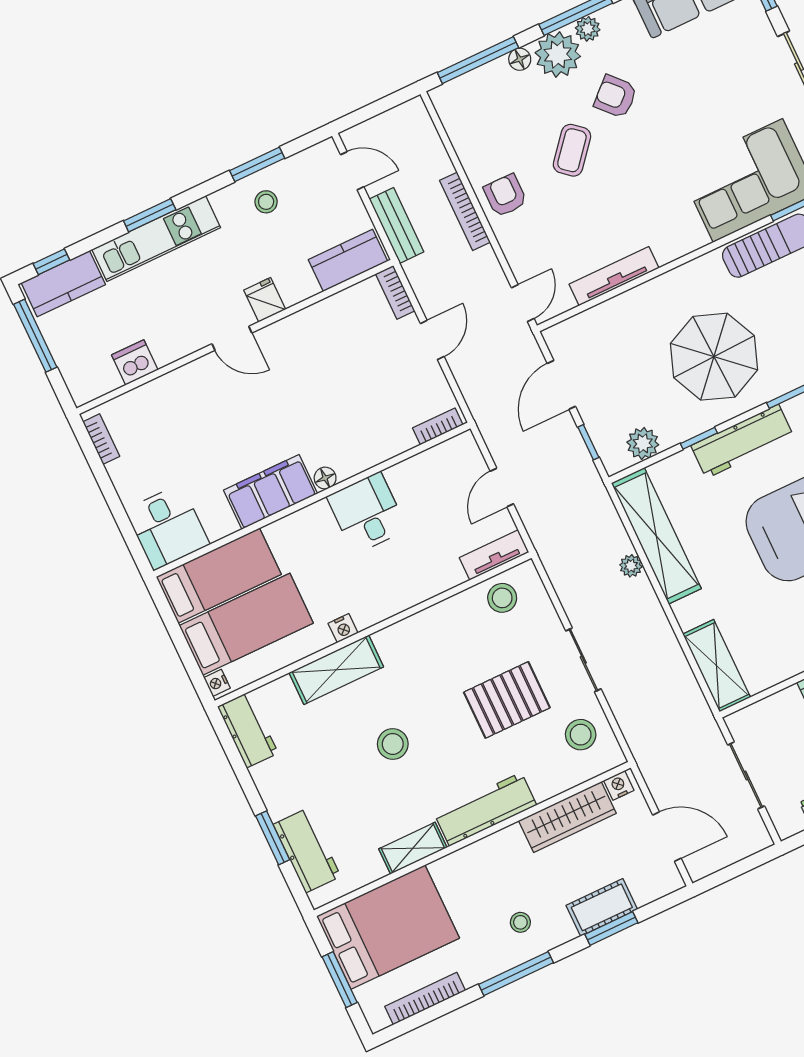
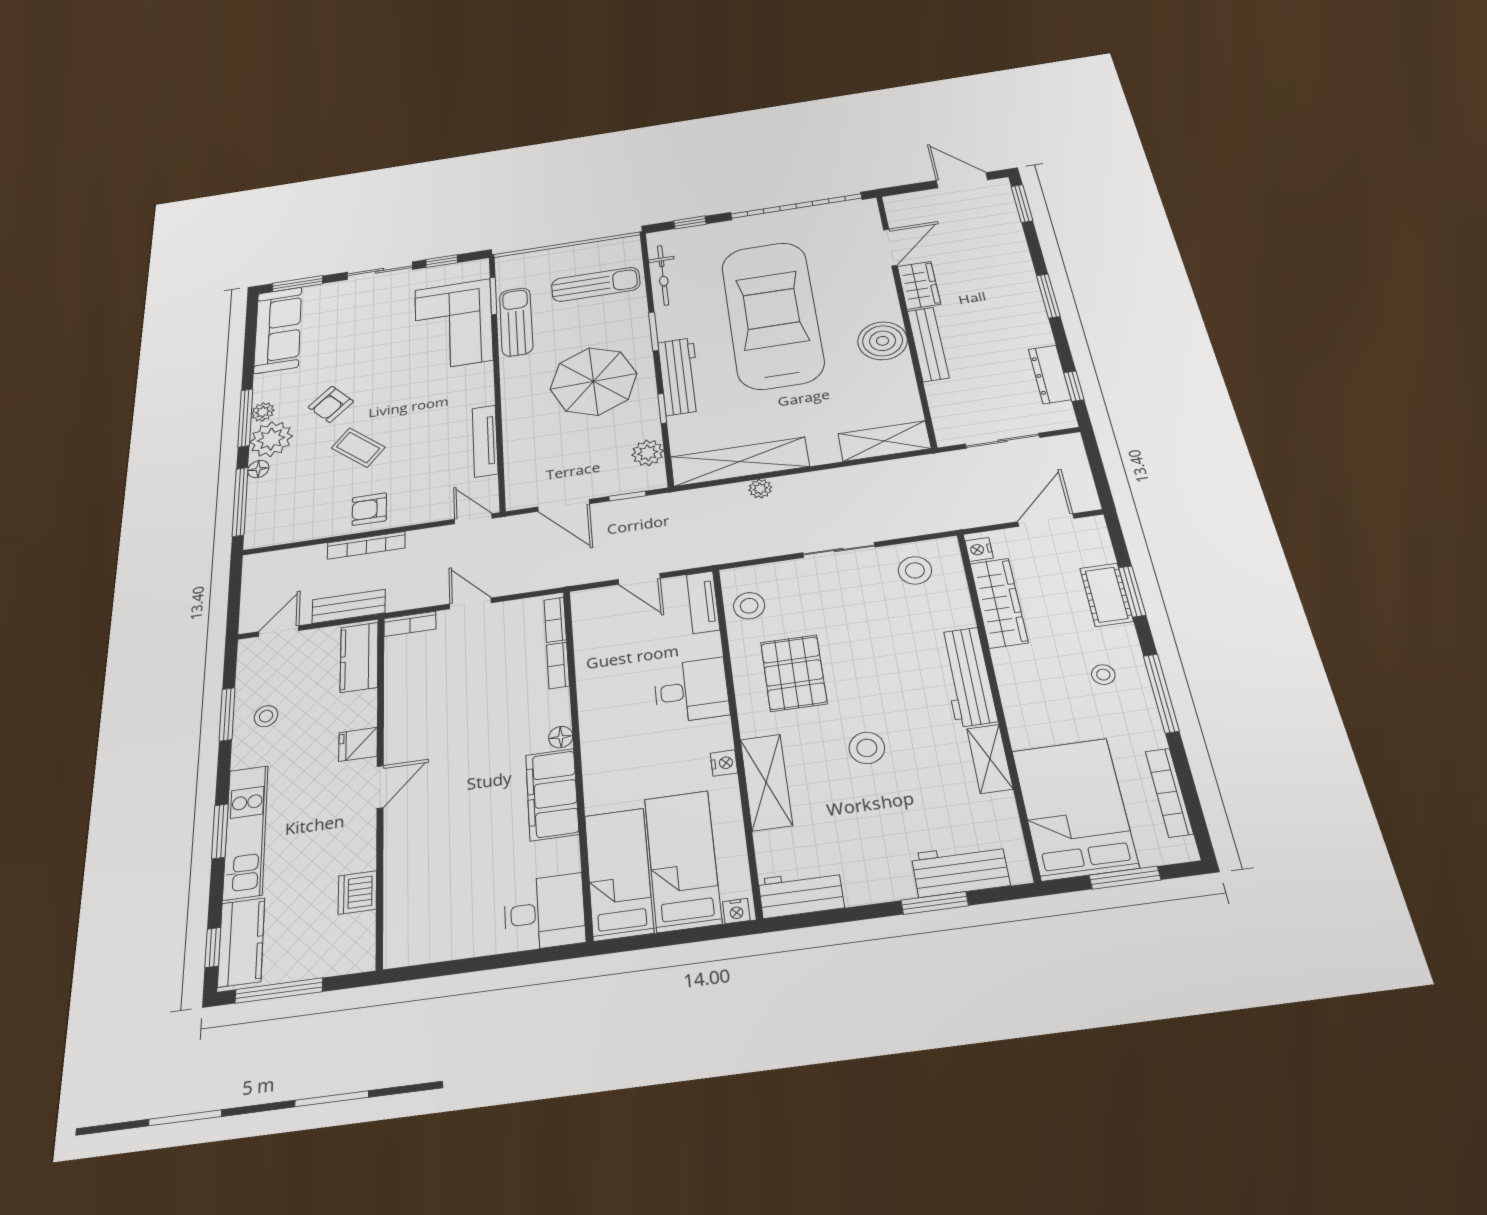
bookcase: (101, 439) -> (558, 665), moved, turned -90
desk: (367, 513) -> (691, 690), moved, turned 180
pallet: (507, 700) -> (794, 673), moved

